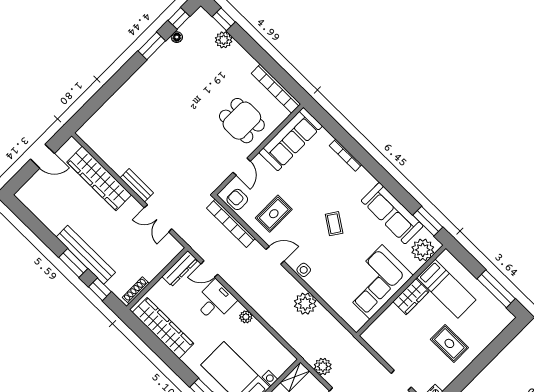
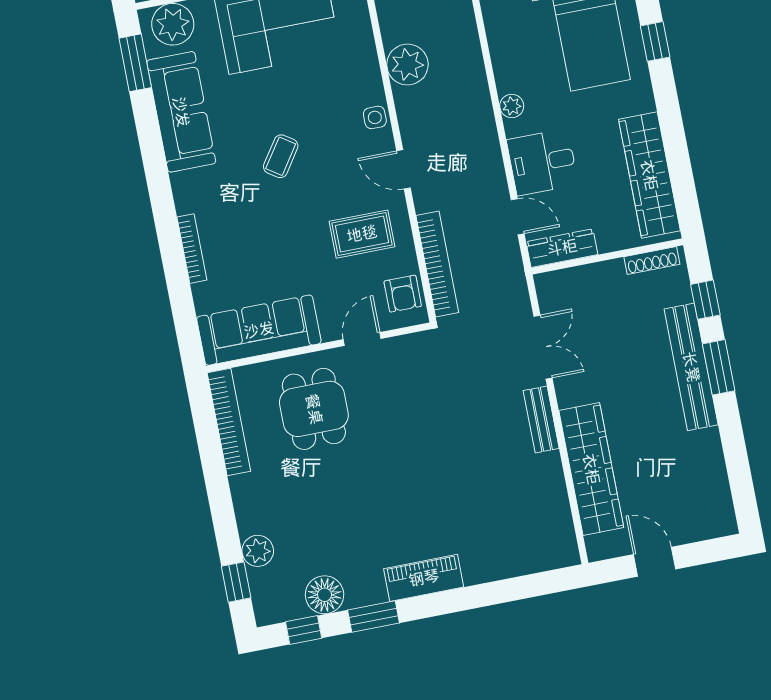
floor lamp: (177, 37) -> (325, 595), width x1.89, depth x1.89
piano: (141, 78) -> (424, 578), added

